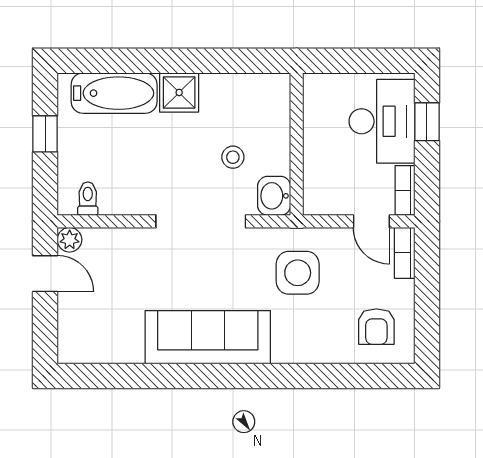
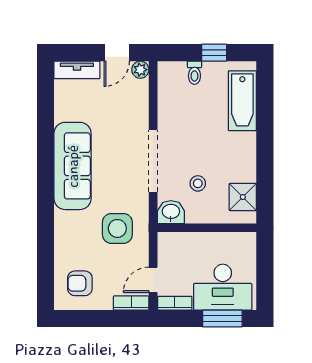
shower: (179, 92) -> (243, 197), moved
window: (427, 122) -> (222, 318), width x1.50
toilet: (88, 199) -> (194, 73), moved, turned 90
tv unit: (70, 331) -> (77, 70), added

